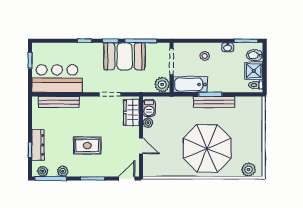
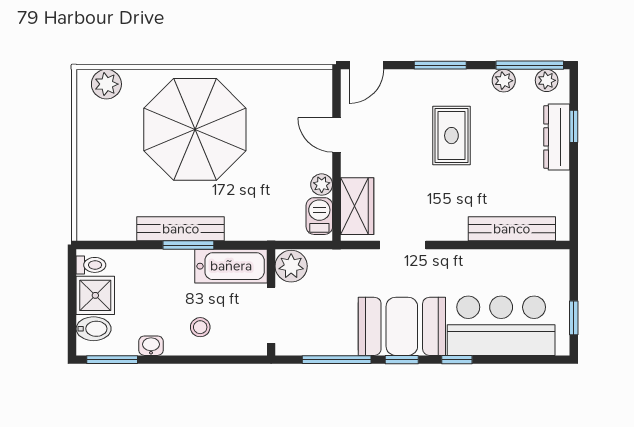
booth: (125, 56) -> (402, 326), moved
bar counter: (57, 79) -> (501, 326), moved, turned 180
rug: (87, 146) -> (451, 136), turned 90

